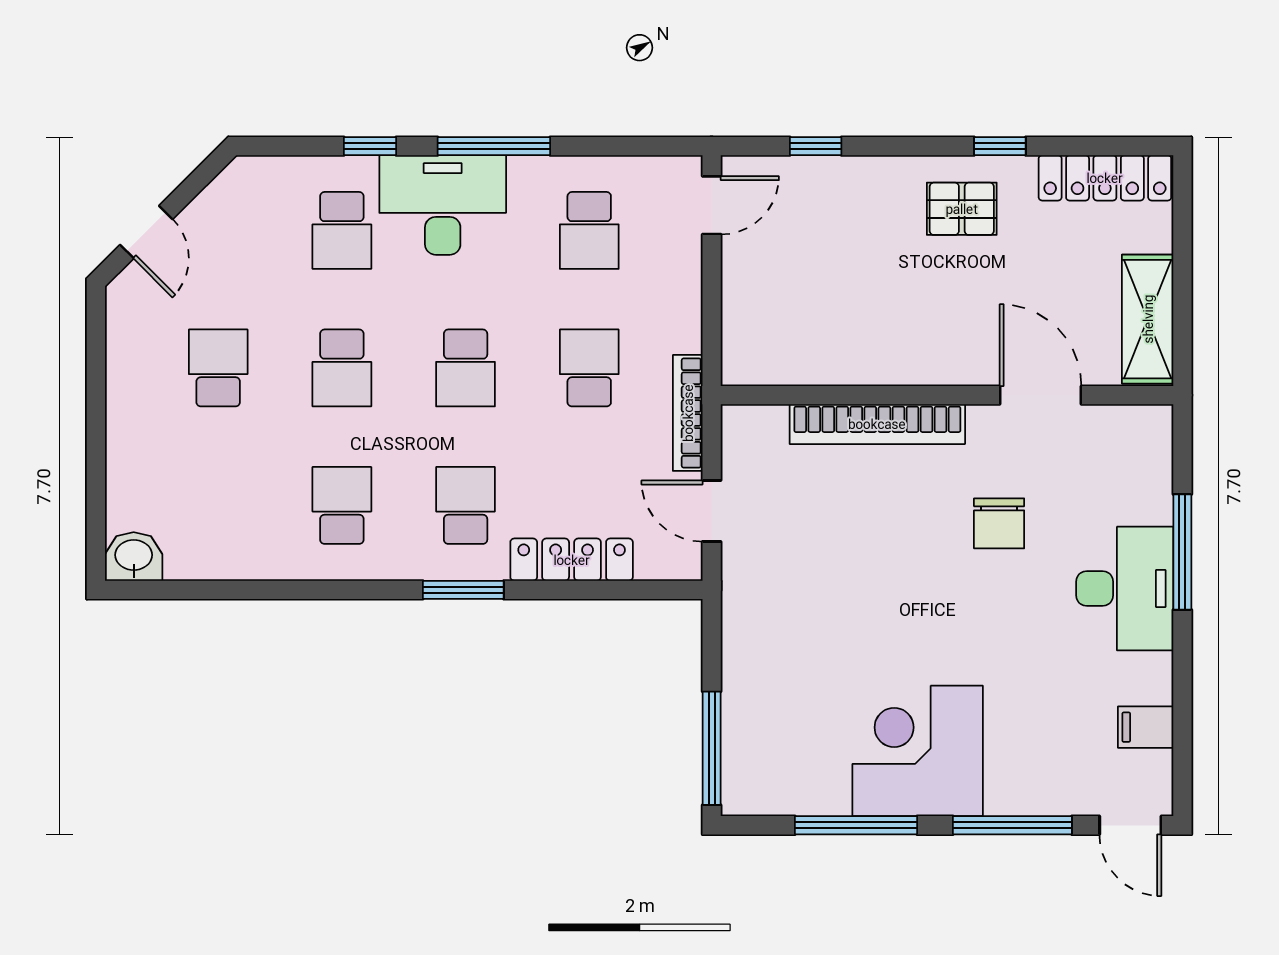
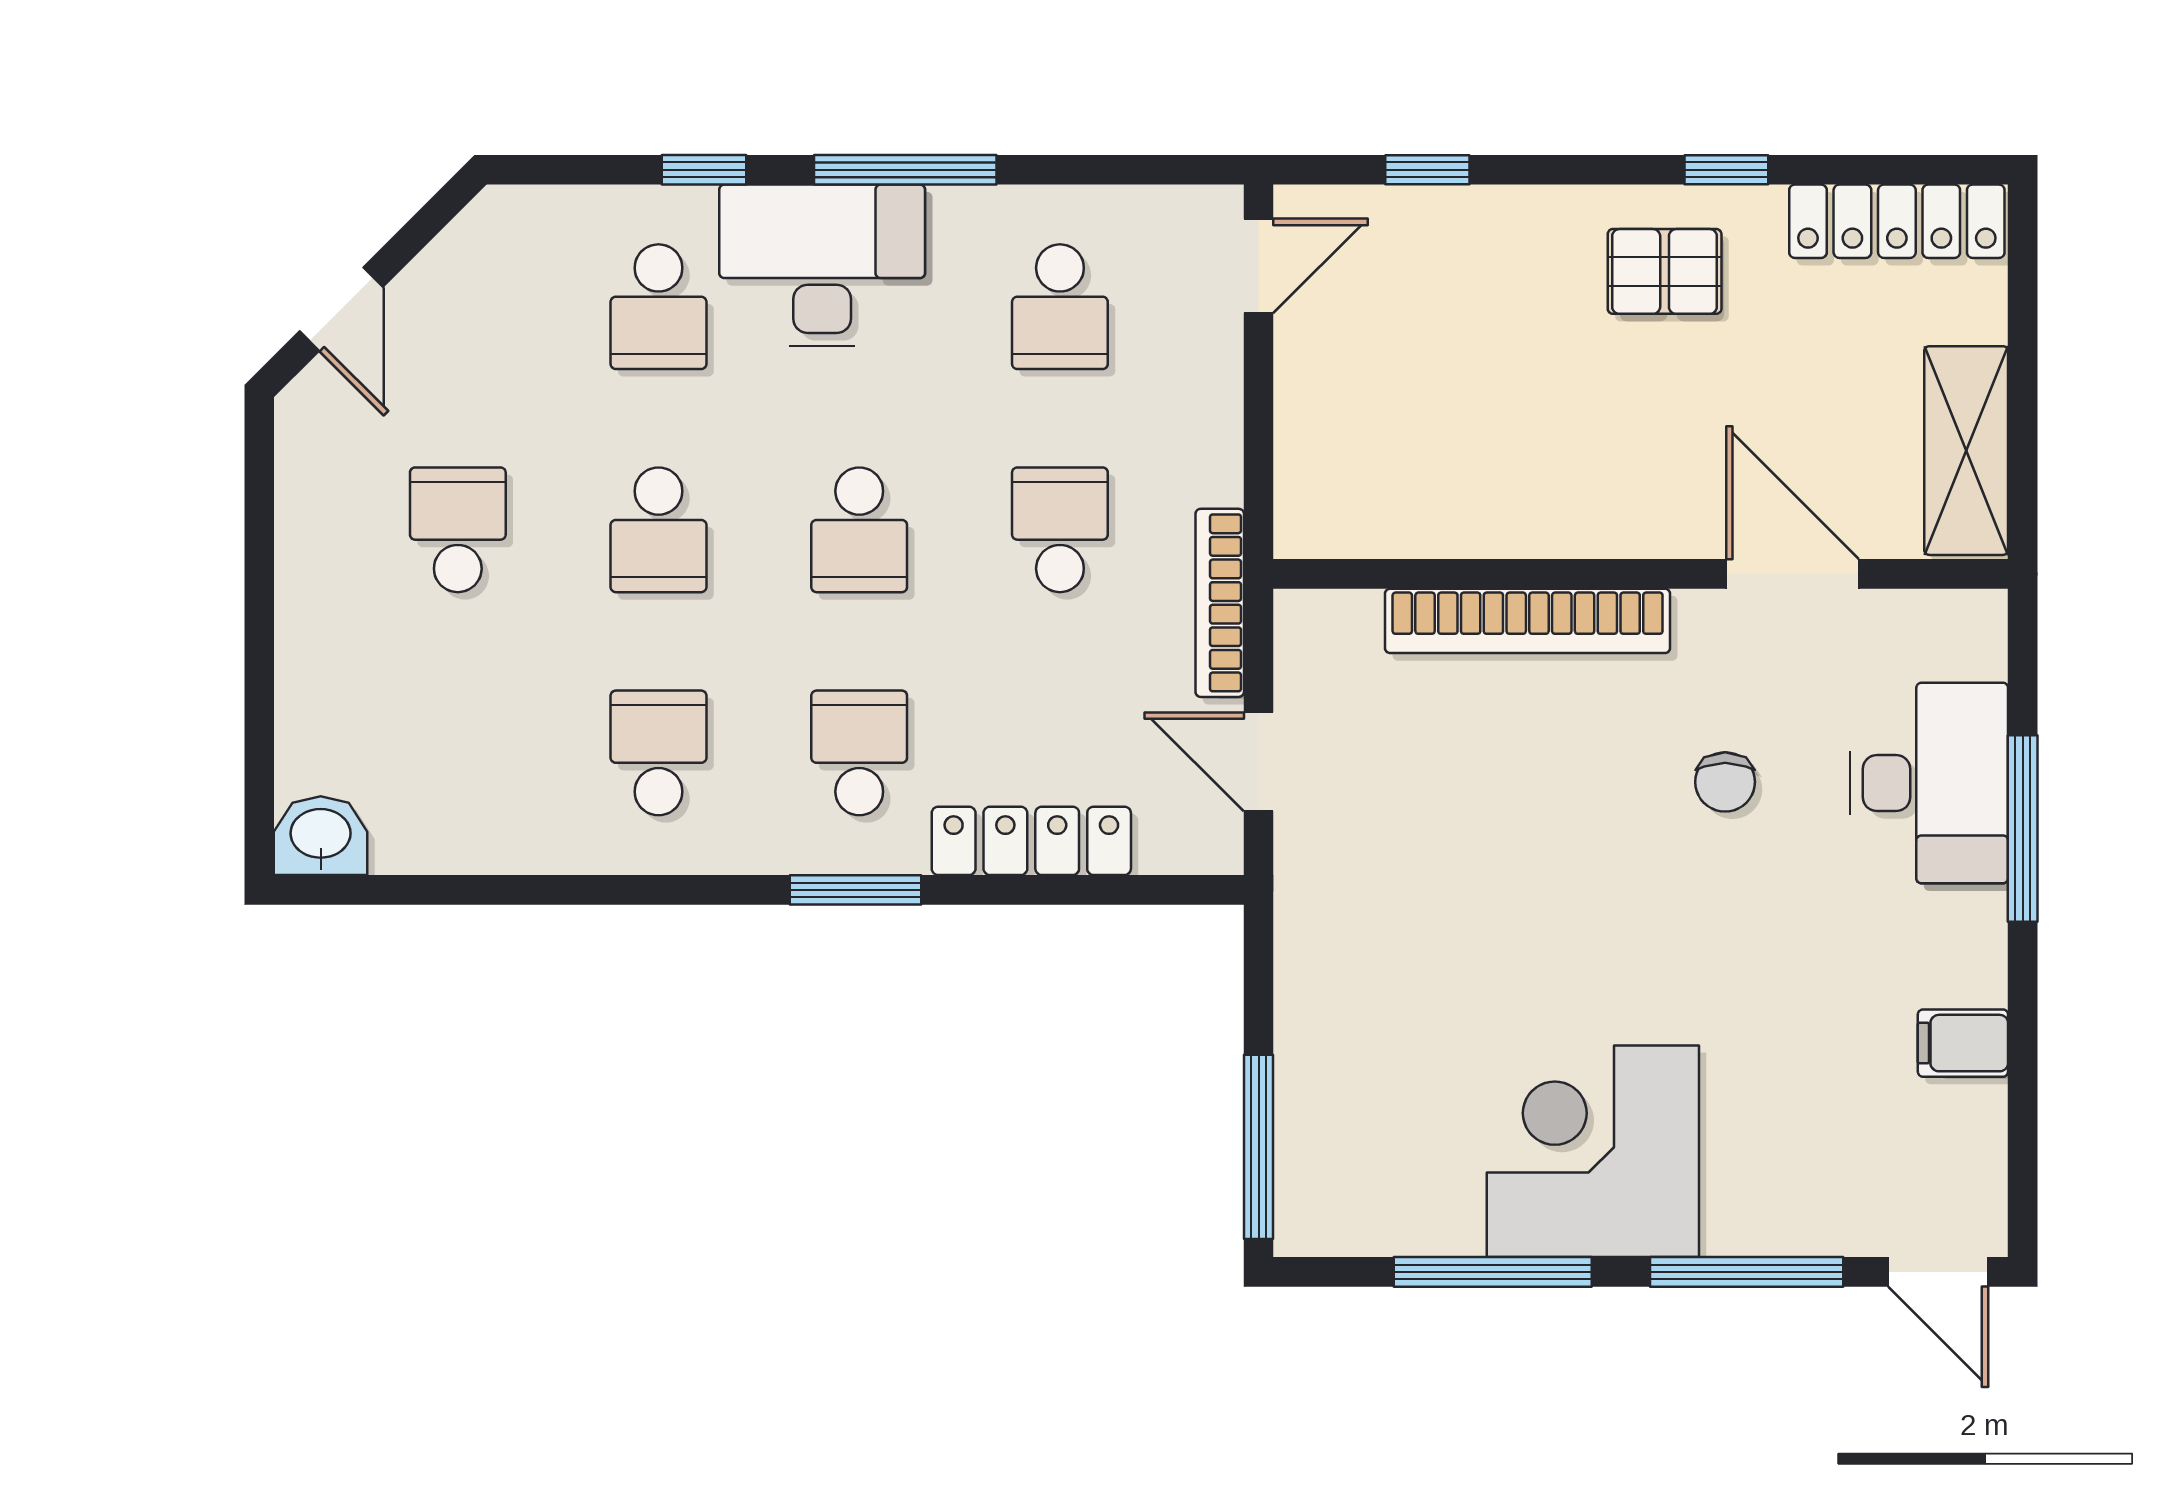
chair: (999, 523) -> (1725, 782), width x0.73, depth x0.73
desk: (1125, 589) -> (1929, 783), moved
filing cabinet: (1146, 727) -> (1963, 1043), moved

